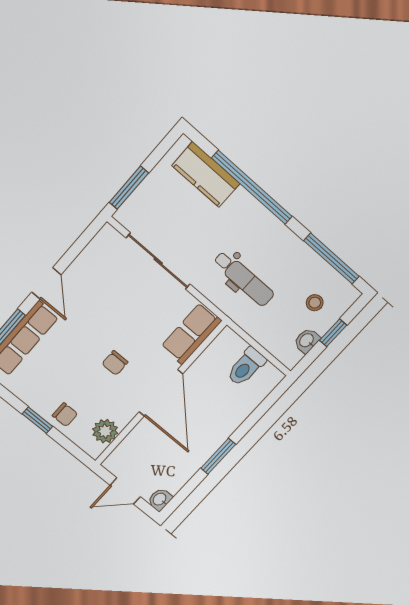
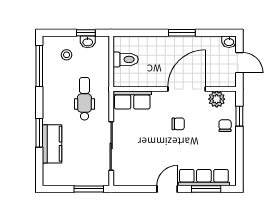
kitchen counter: (206, 175) -> (52, 144), moved
window: (252, 187) -> (39, 133), width x0.47
window: (333, 333) -> (86, 33), moved
door: (161, 393) -> (187, 89), moved
window: (37, 420) -> (239, 116), moved

